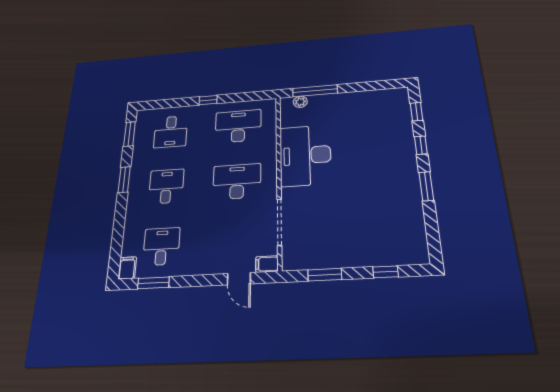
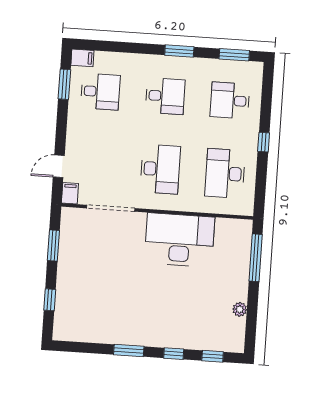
plant: (300, 102) -> (240, 309), moved
desk: (238, 126) -> (225, 173), turned 180

